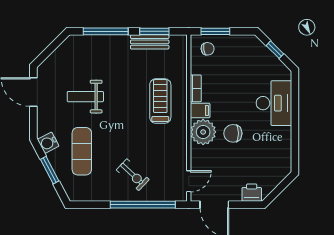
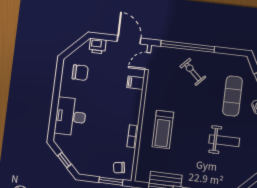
filing cabinet: (200, 111) -> (136, 83), moved
plant: (203, 132) -> (131, 100), removed
chair: (233, 133) -> (80, 73), moved

